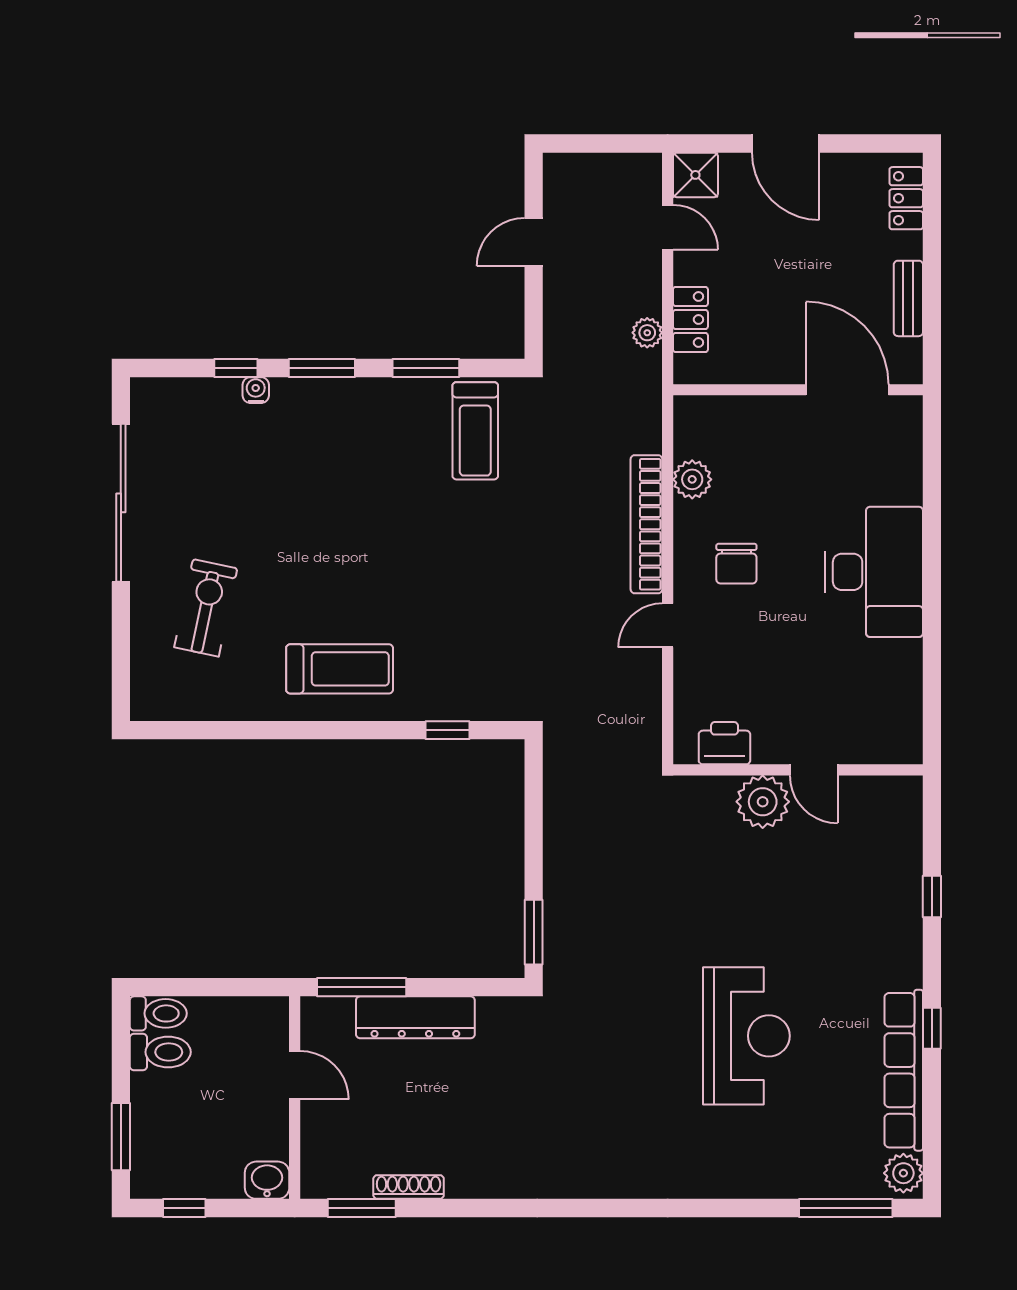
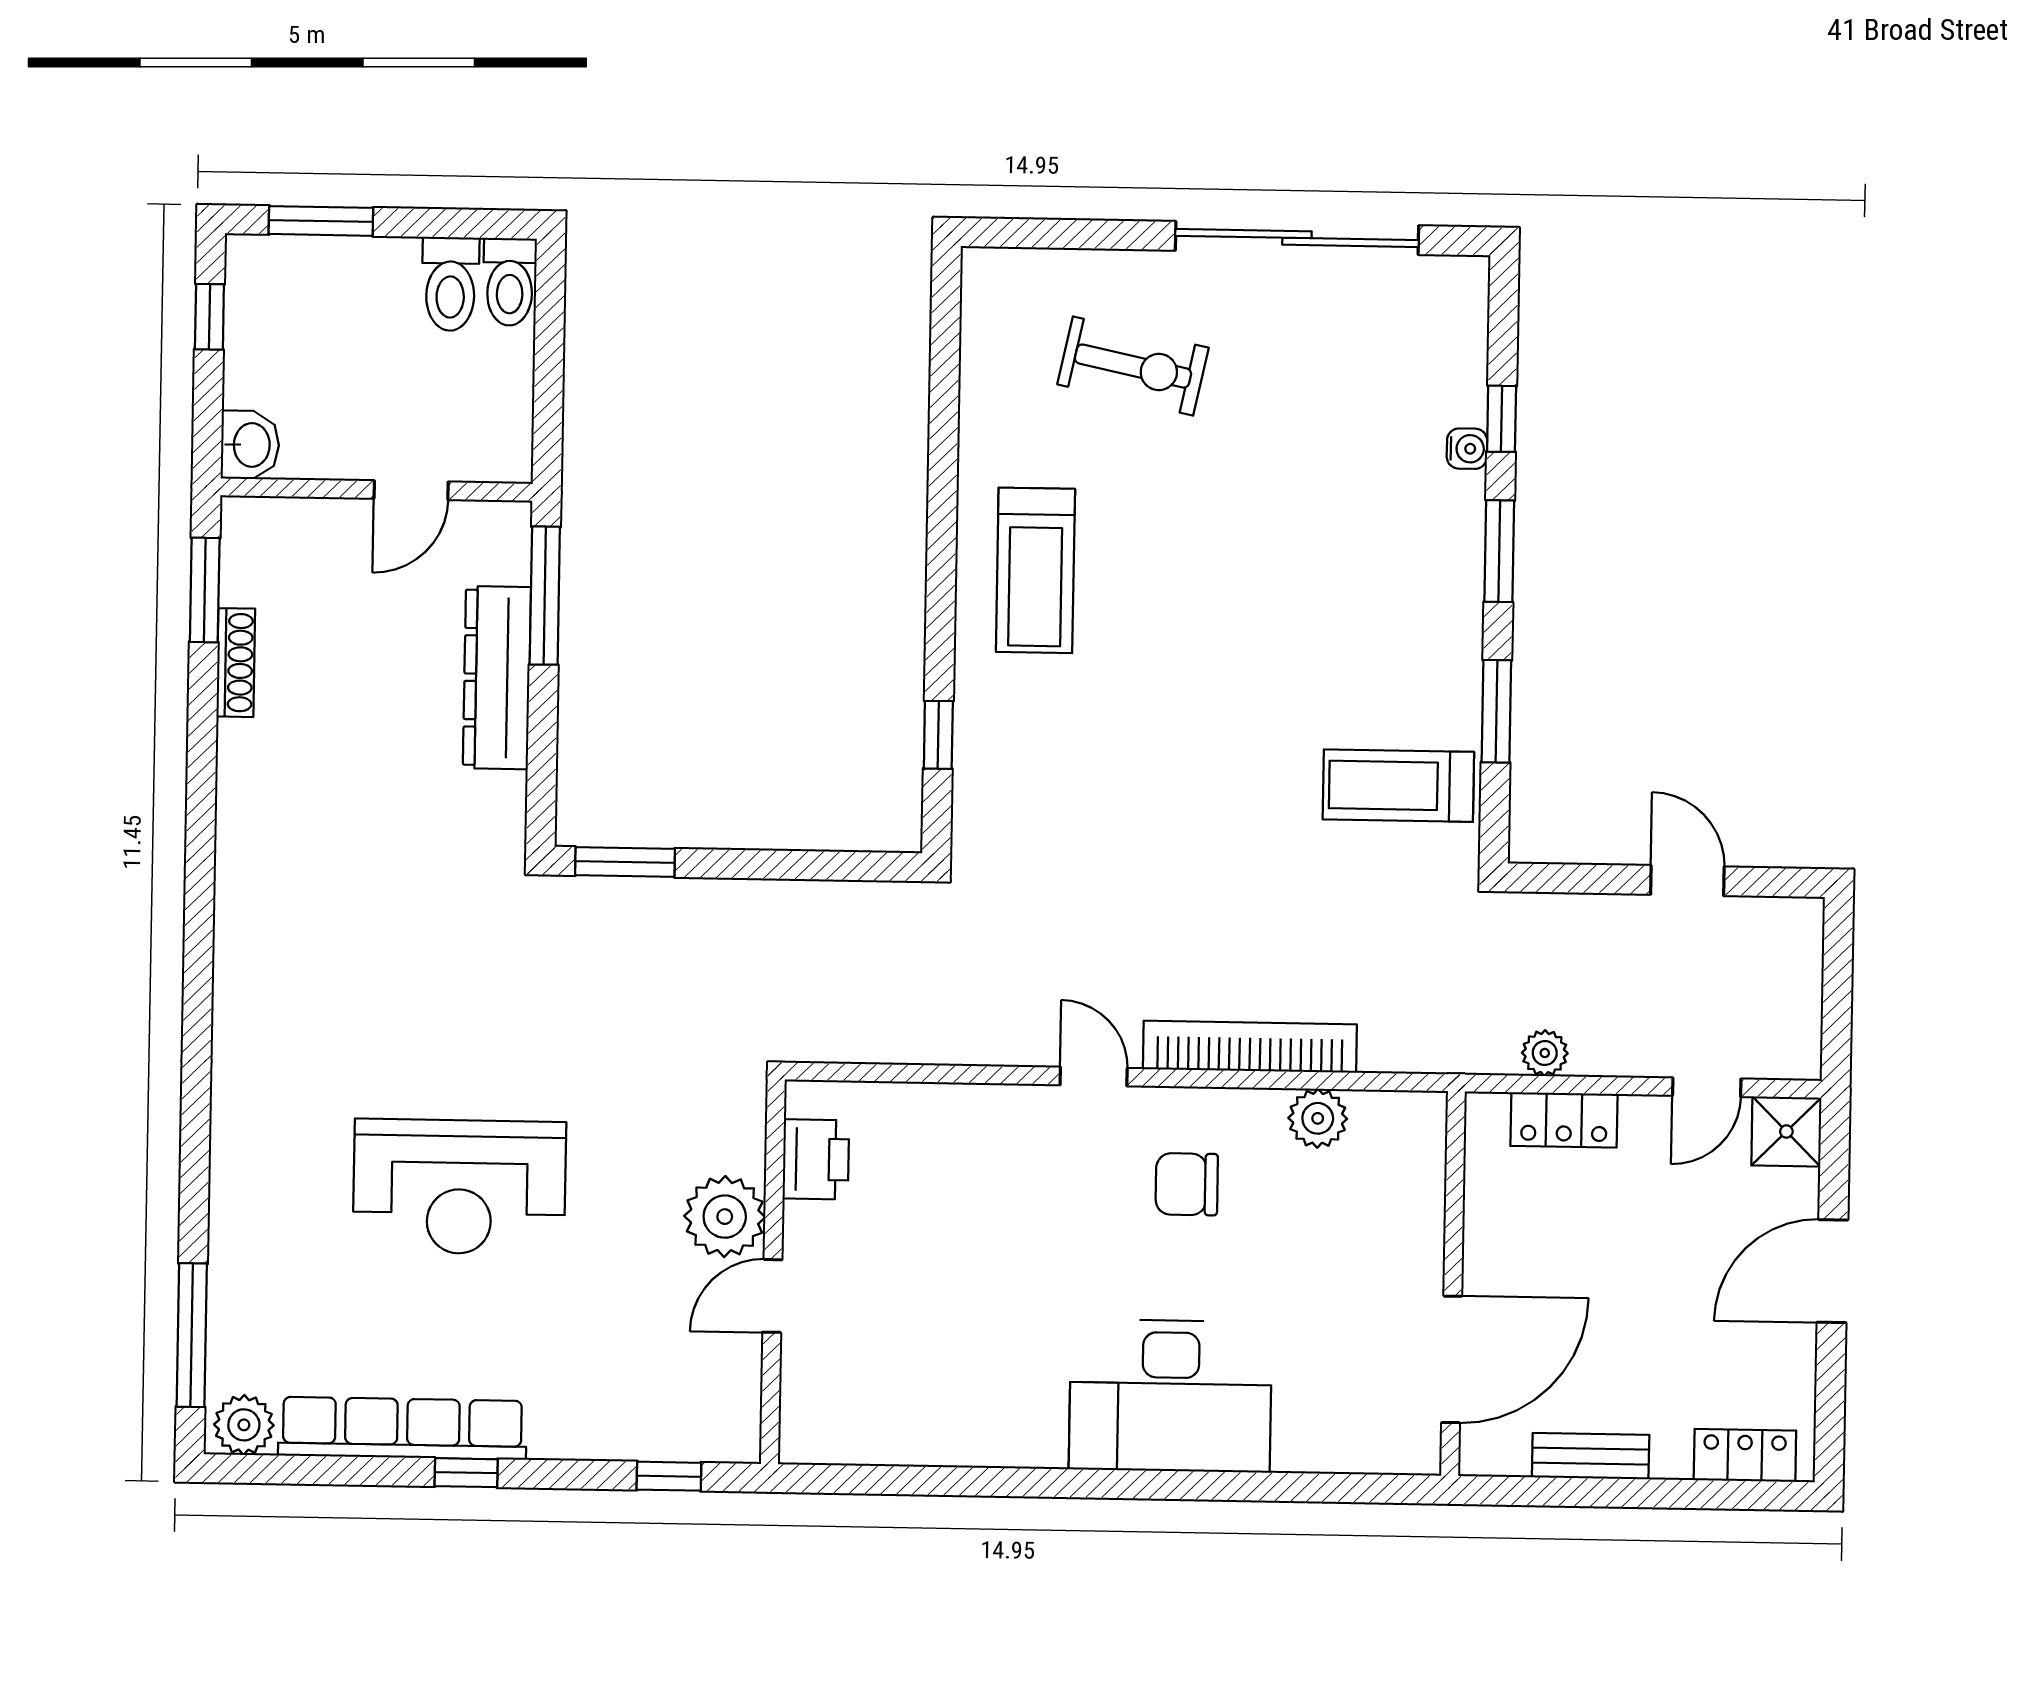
printer: (724, 743) -> (816, 1159), moved
wall: (798, 770) -> (773, 1272), moved
door: (814, 770) -> (772, 1296), moved
plant: (763, 802) -> (725, 1217), moved

